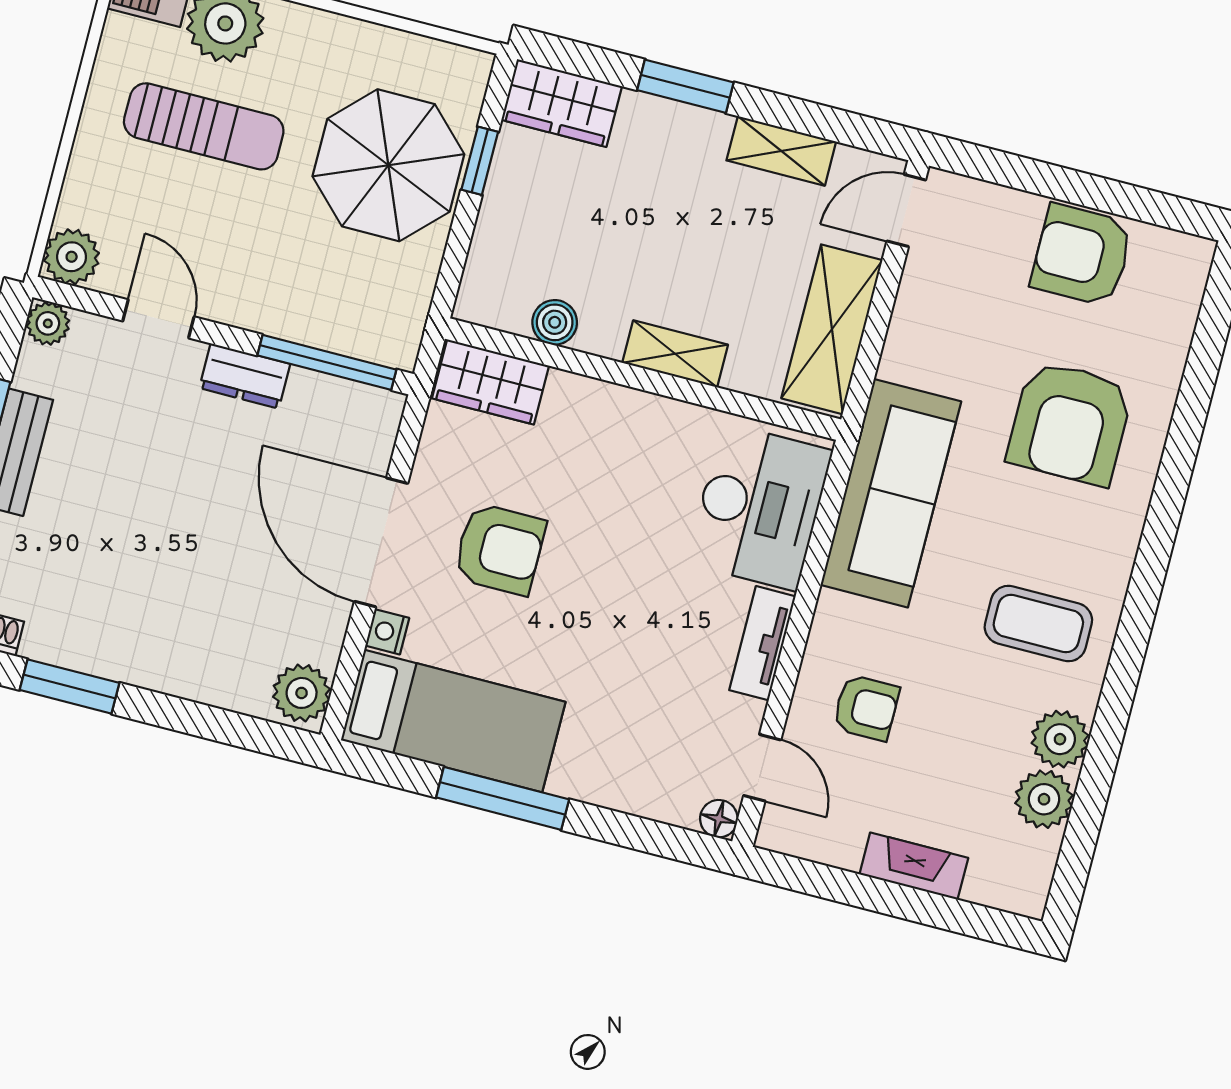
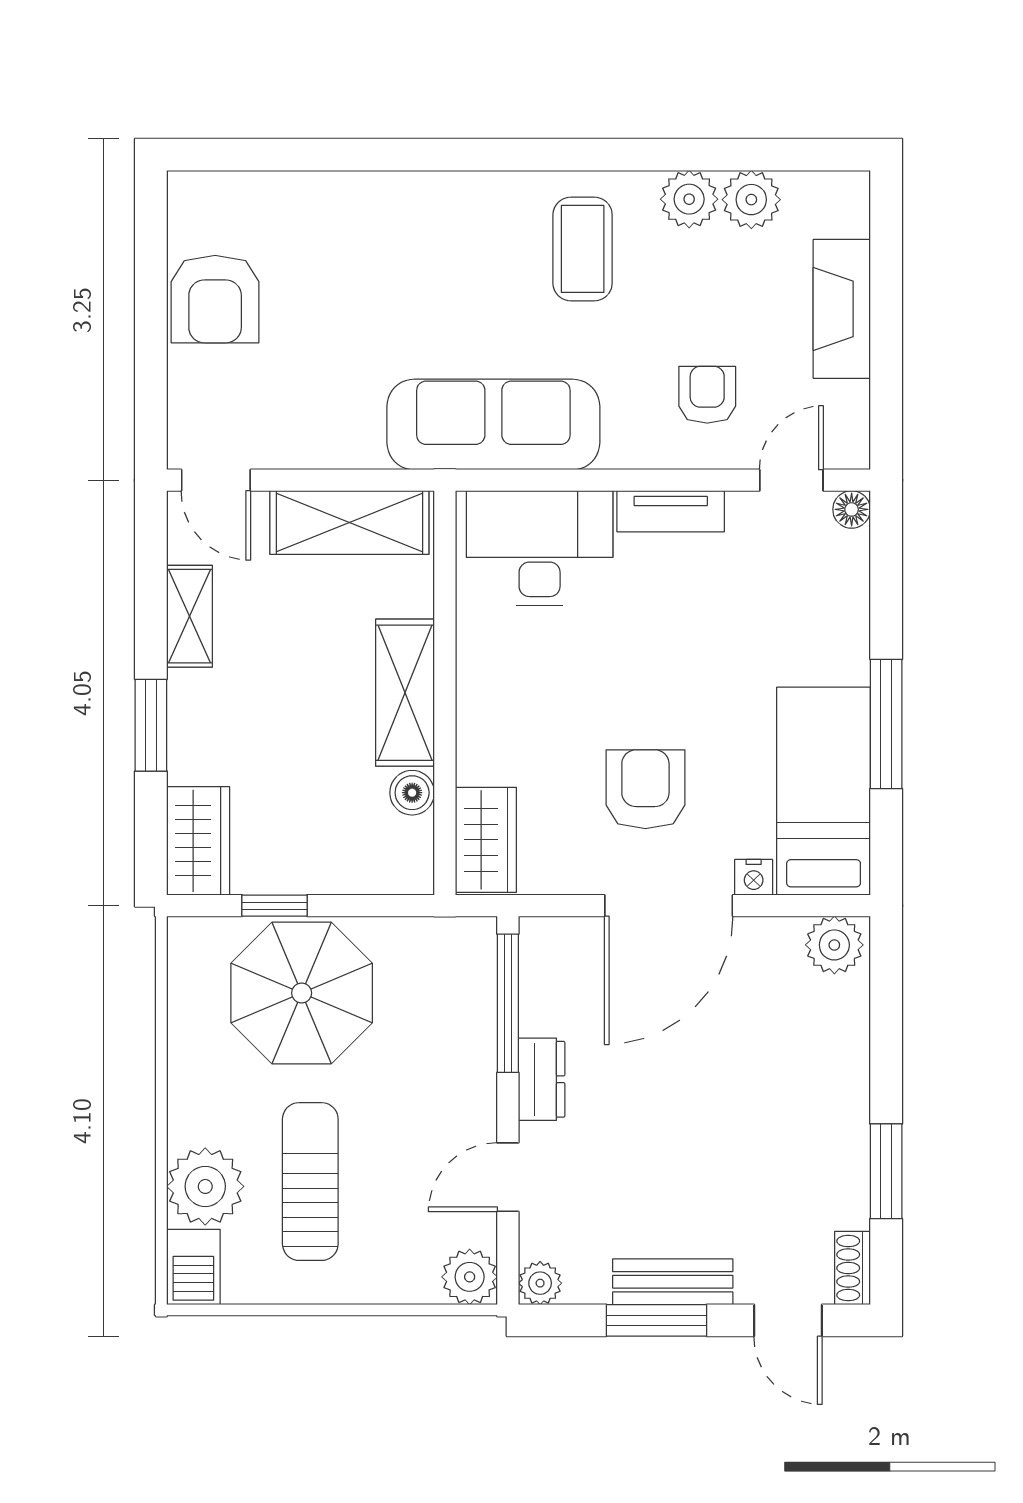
shelving: (675, 354) -> (405, 693), width x1.50, depth x1.33
armchair: (1070, 423) -> (381, 269), removed
fireplace: (914, 866) -> (842, 309), width x1.37, depth x1.32

